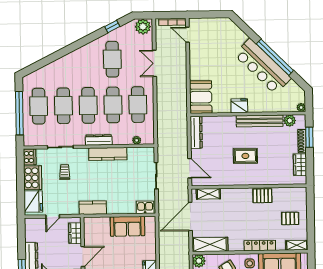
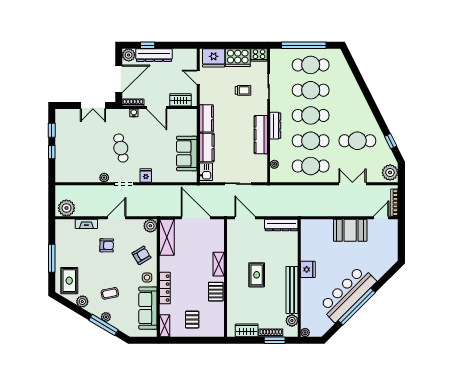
booth: (201, 97) -> (350, 230), moved
door: (190, 168) -> (245, 218), swing flipped
shelving: (208, 194) -> (219, 264), moved
kitchen counter: (121, 207) -> (207, 148), added

